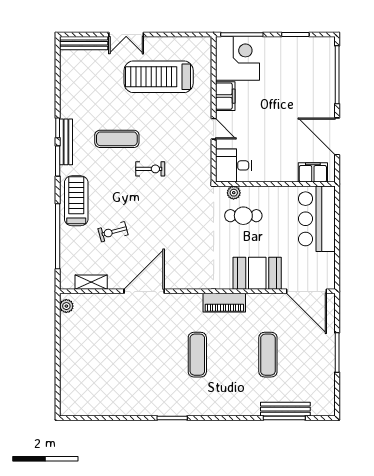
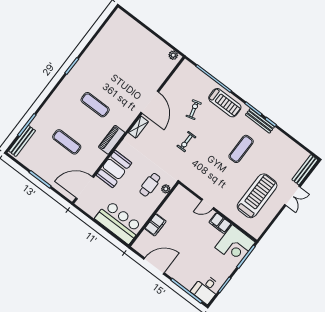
double door: (126, 34) -> (292, 196), swing flipped
desk: (233, 165) -> (206, 289), moved, turned 180
exercise bike: (150, 169) -> (186, 142), moved
filing cabinet: (313, 172) -> (155, 225), moved
shelving: (91, 282) -> (138, 127), moved
bench: (285, 409) -> (22, 141), moved

